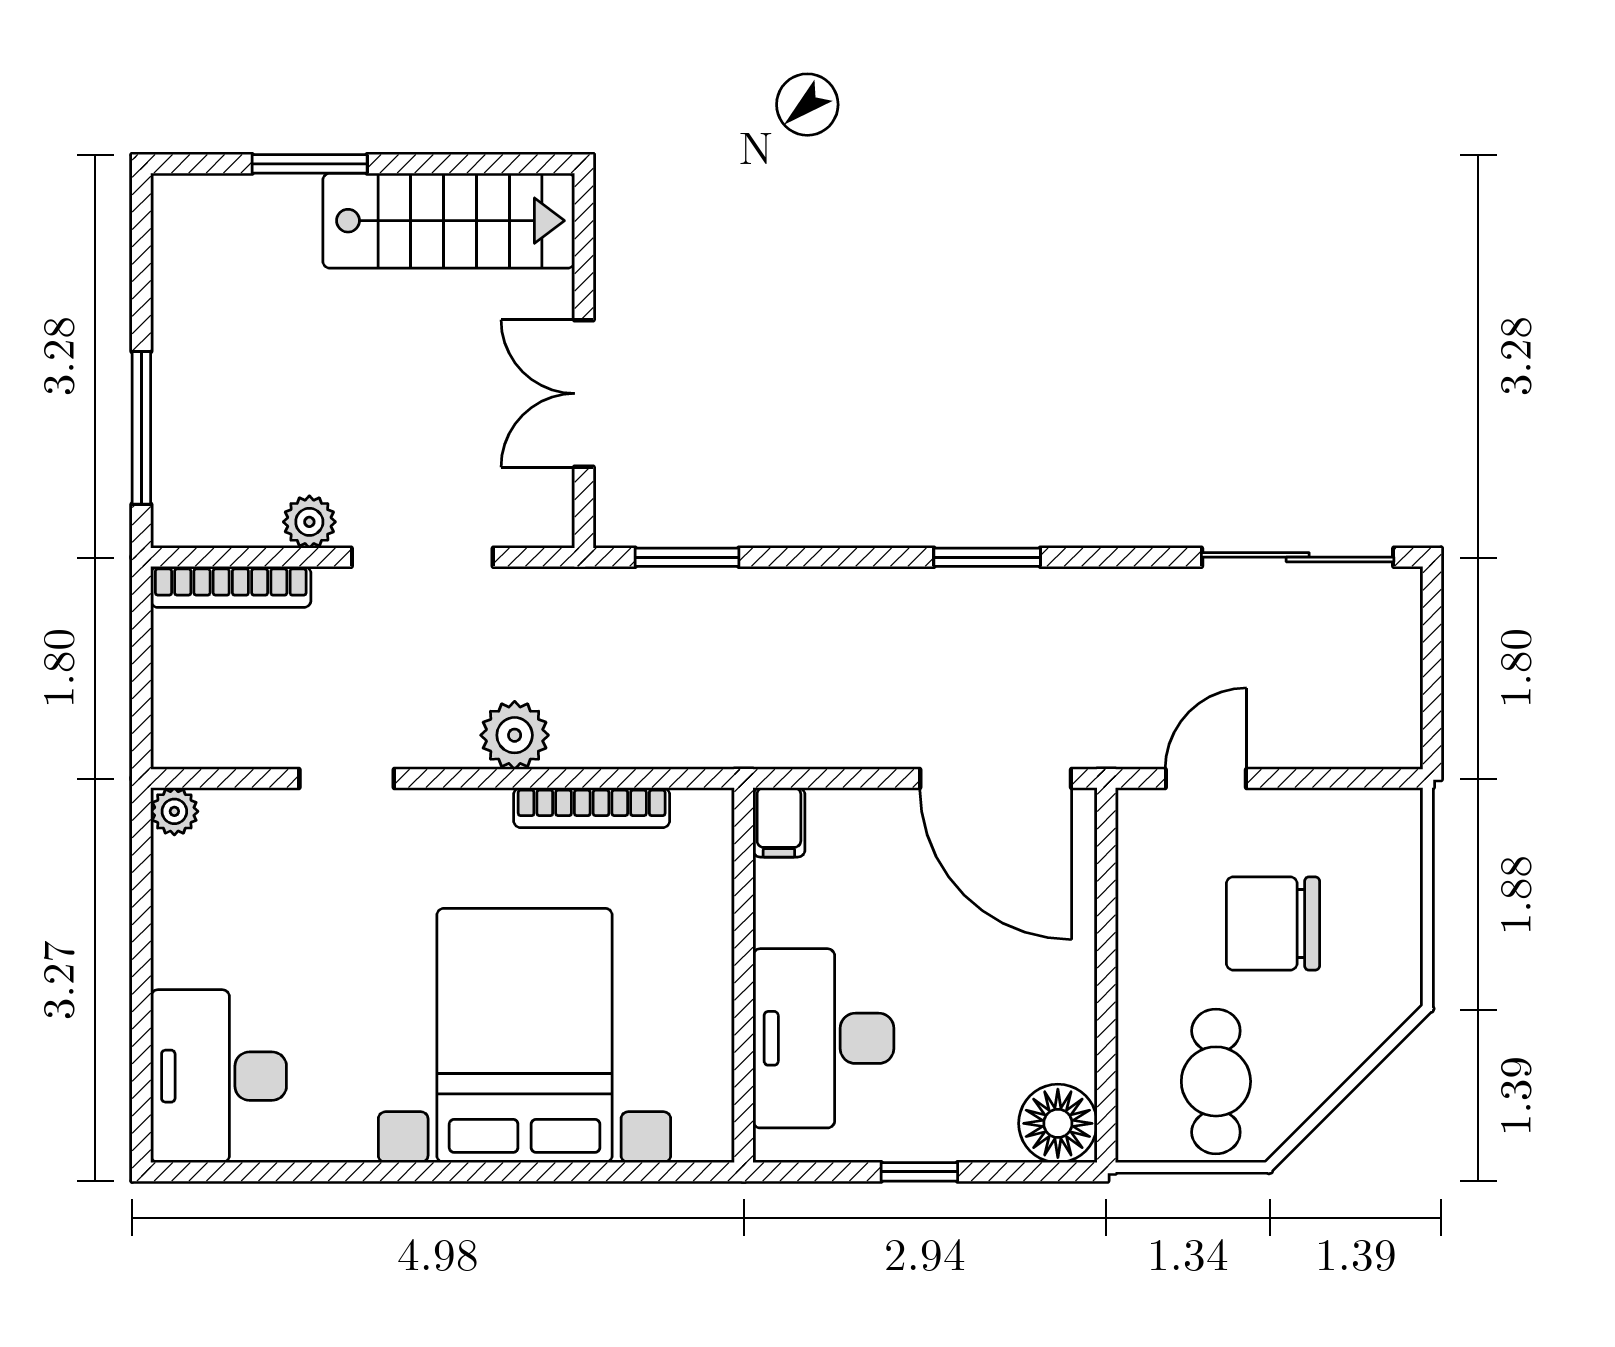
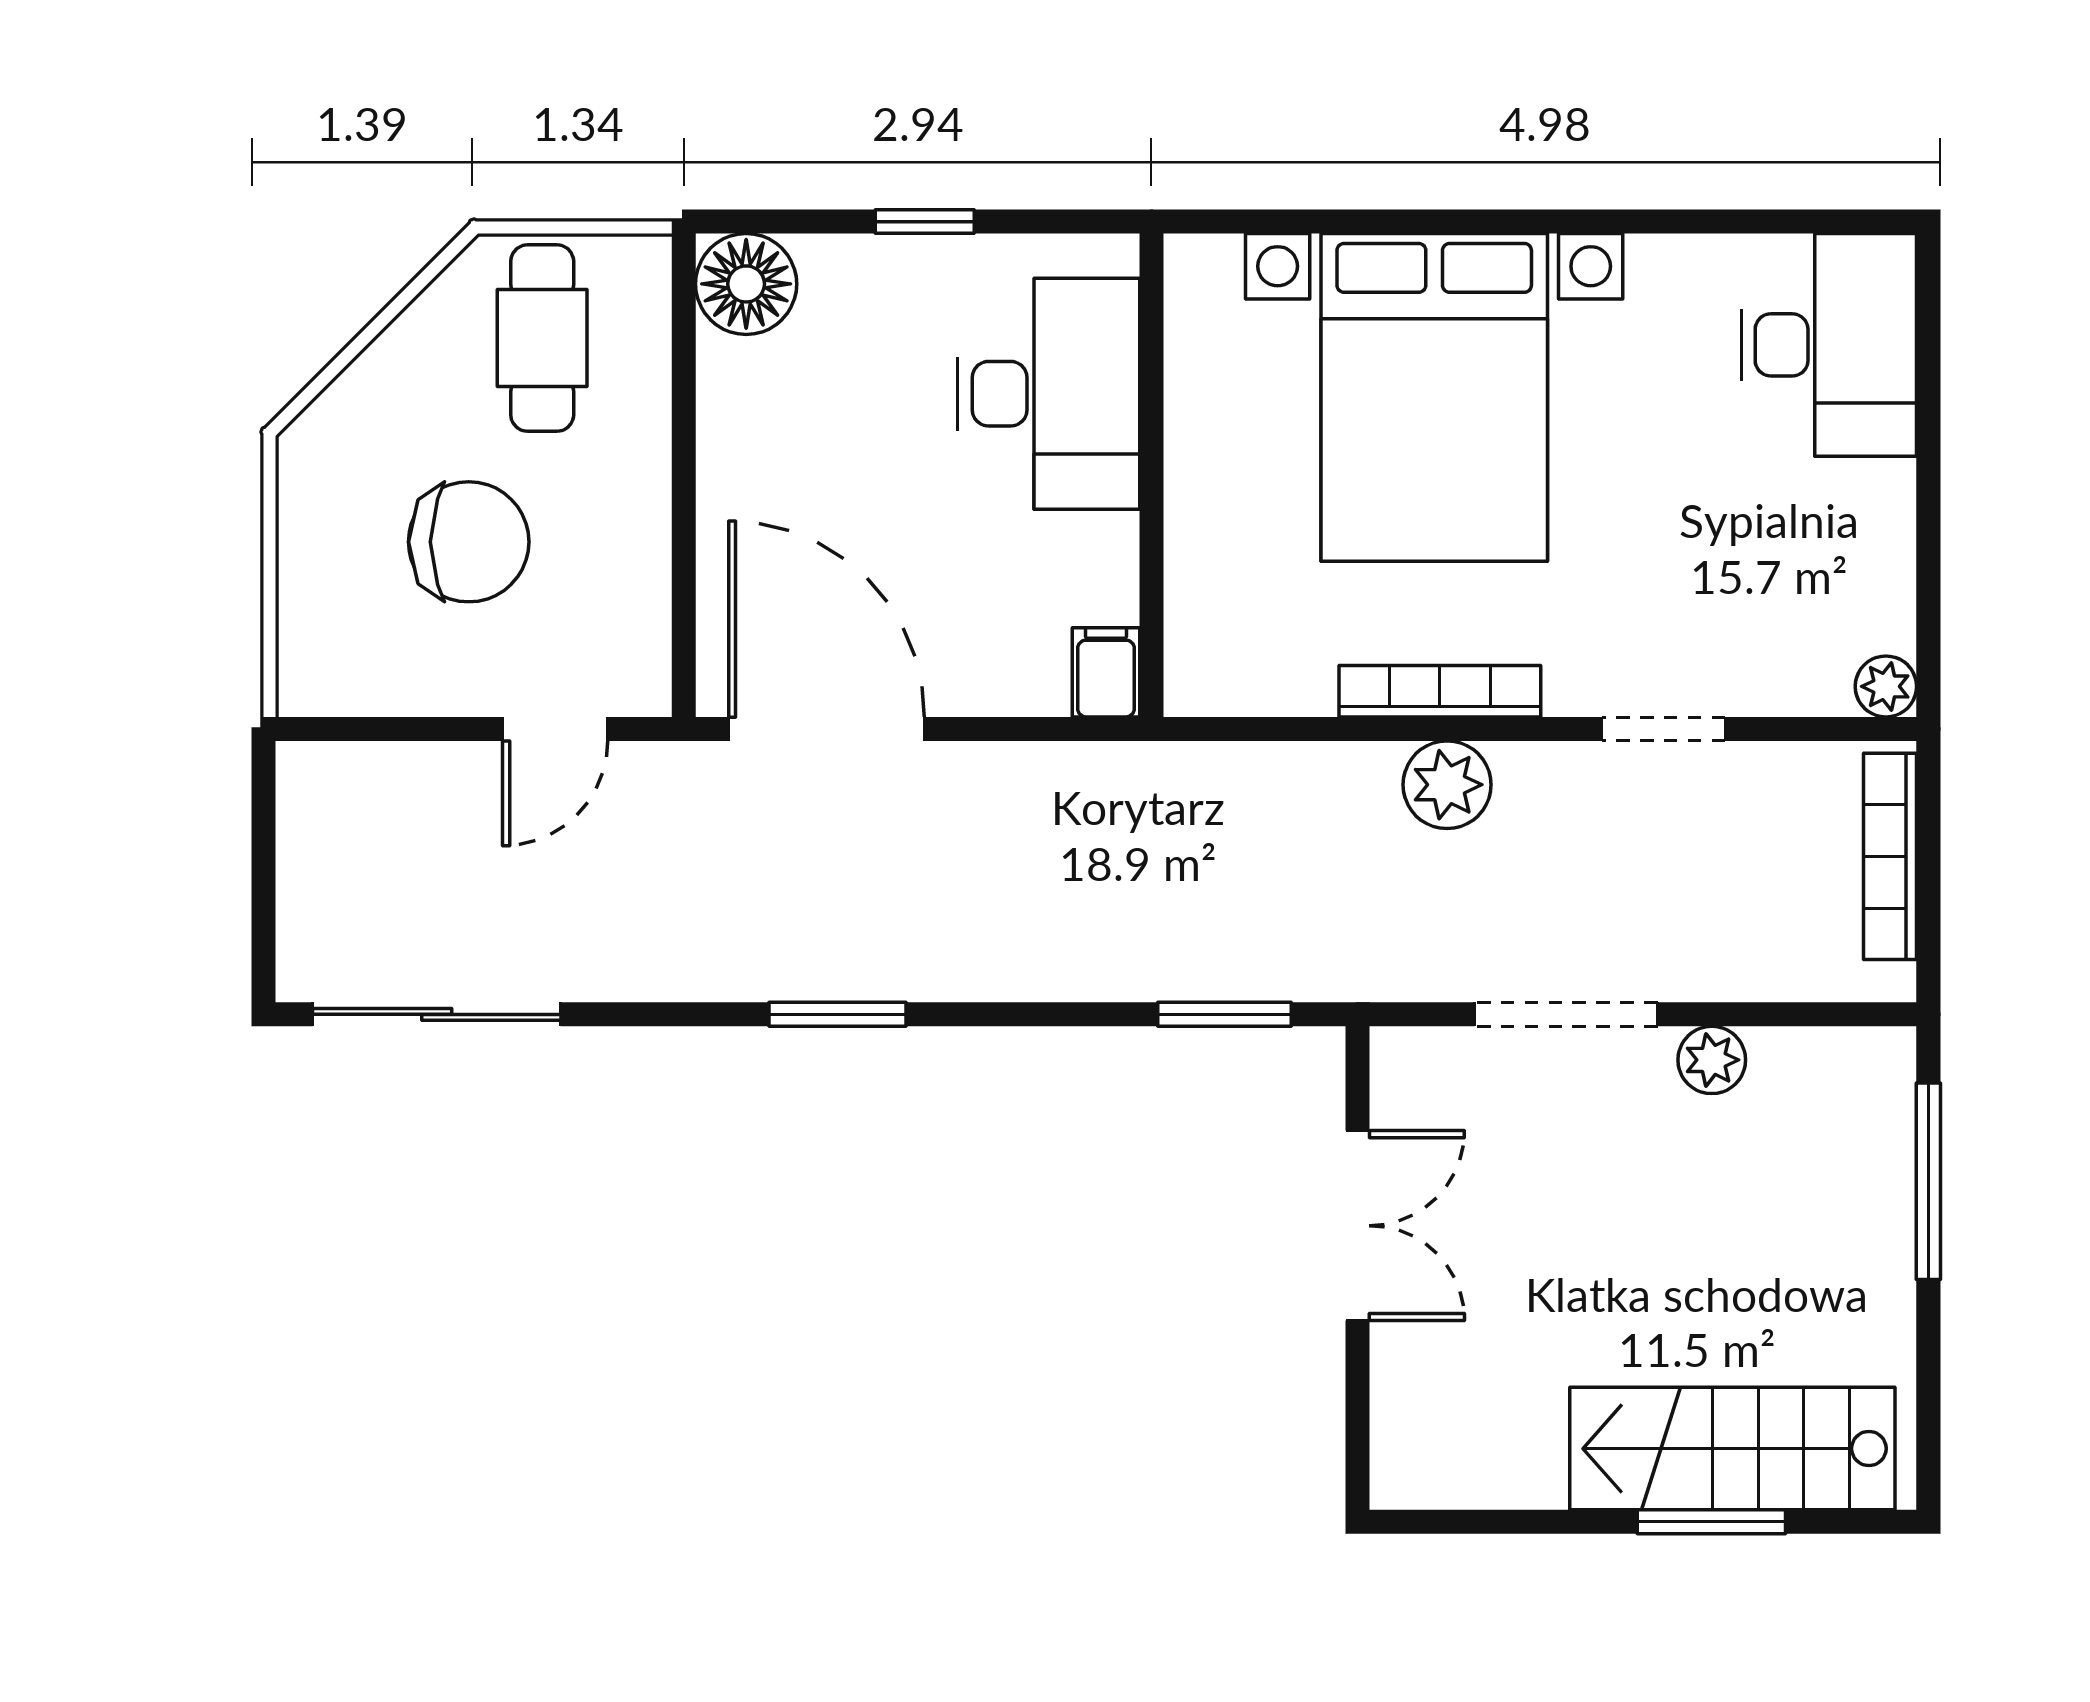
stairs: (449, 221) -> (1732, 1449), moved
bookcase: (231, 587) -> (1890, 856), moved, turned -90
bookcase: (592, 808) -> (1440, 691), moved

